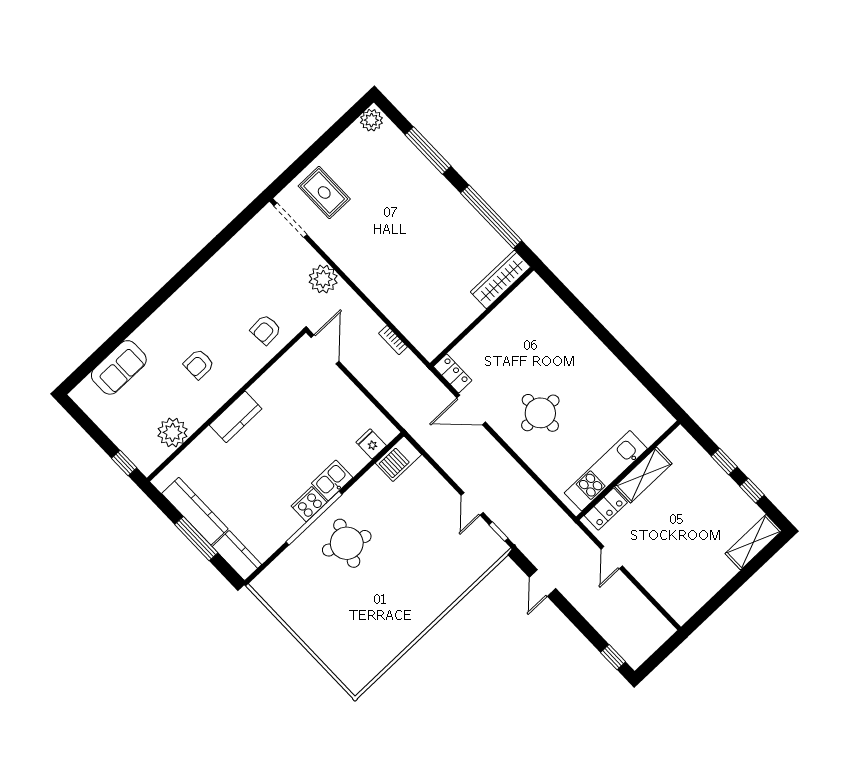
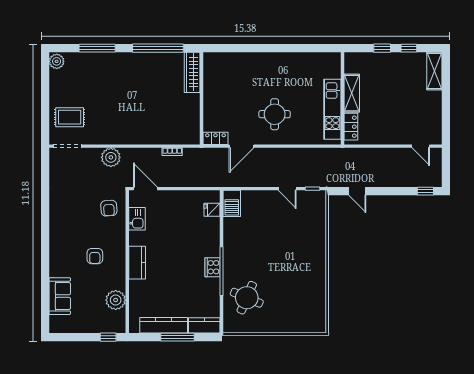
kitchen sink: (332, 480) -> (137, 219), moved, turned 180
round table: (347, 543) -> (247, 298), moved
door: (612, 558) -> (421, 146), moved

